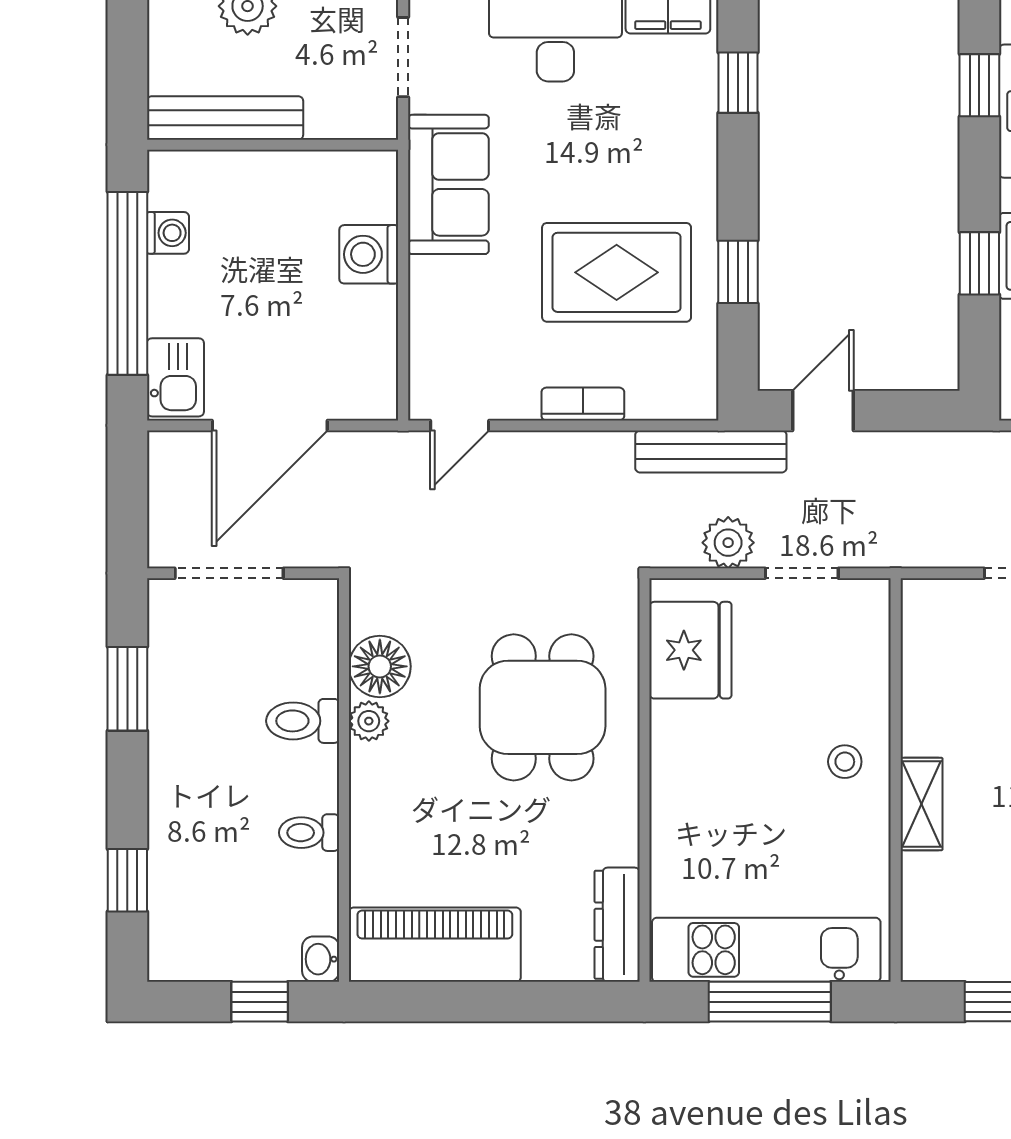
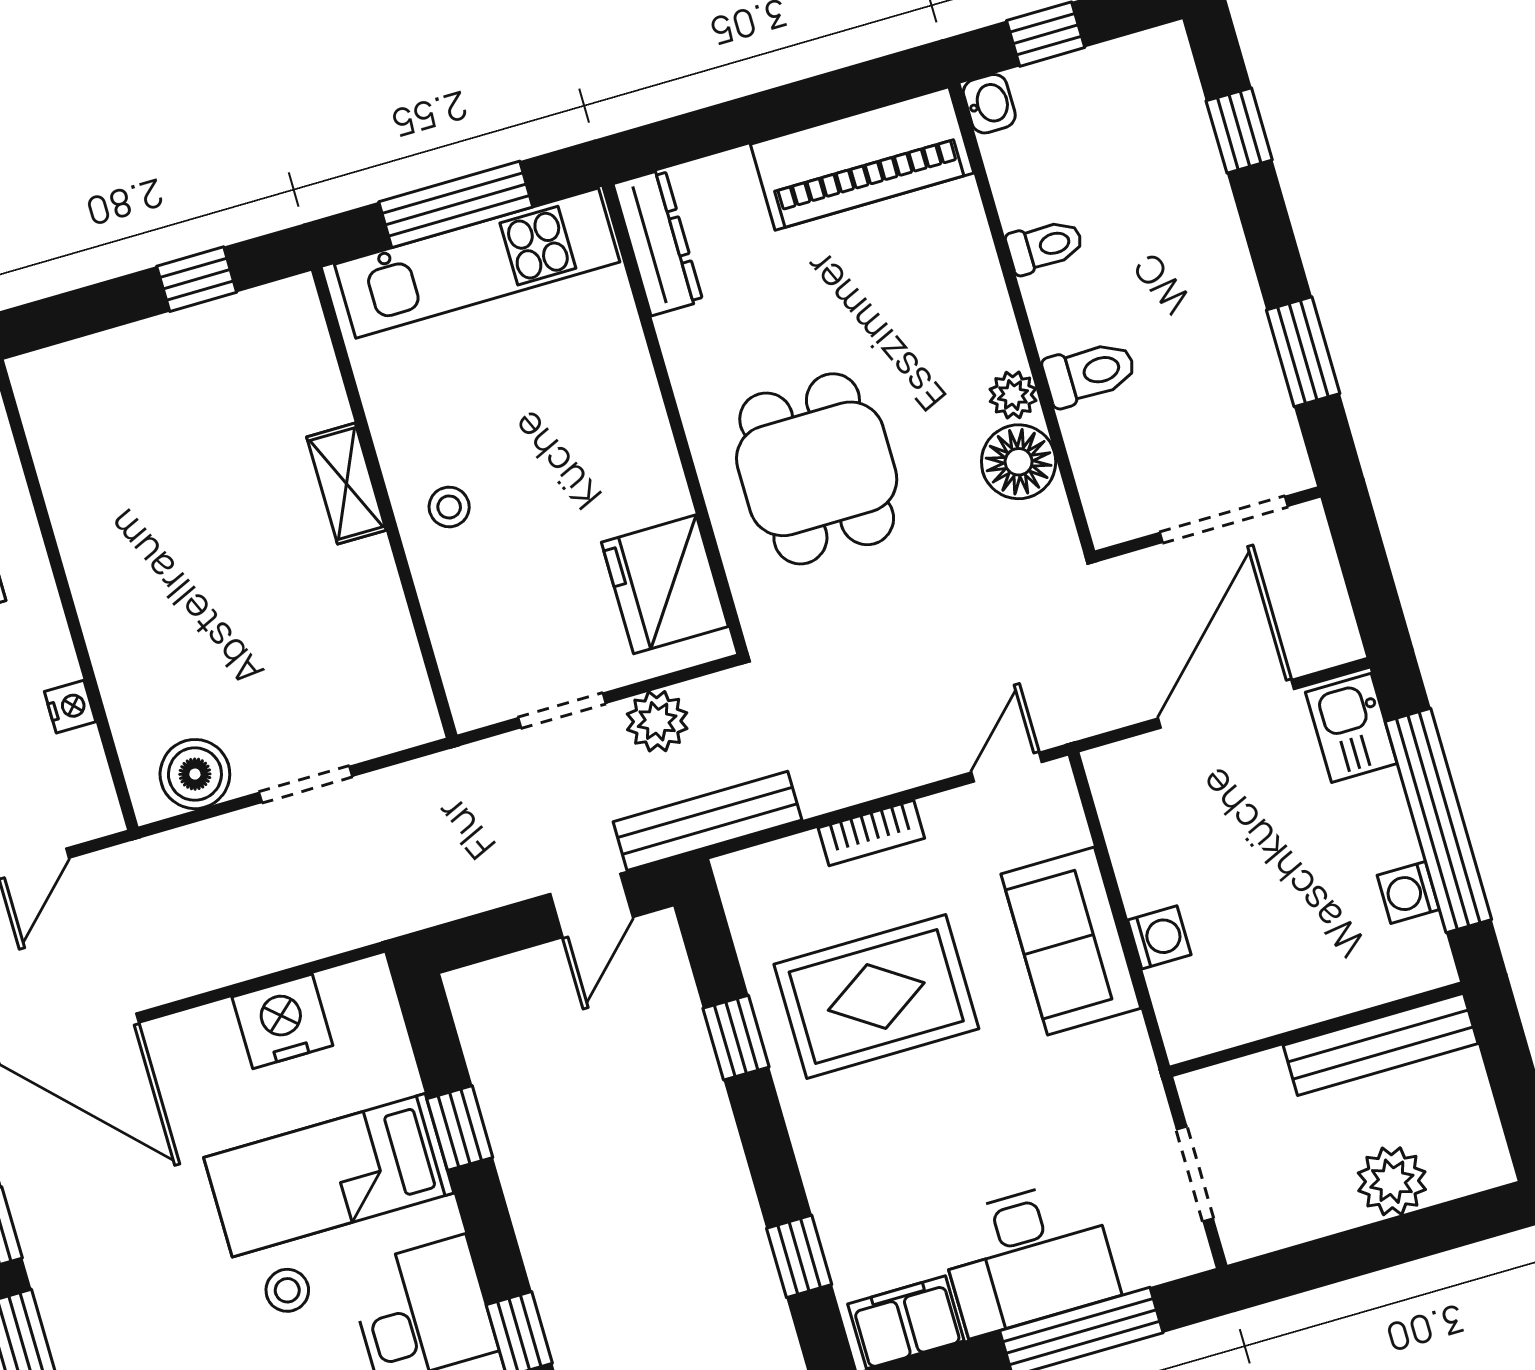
sofa: (448, 184) -> (1071, 941), moved
washing machine: (369, 254) -> (1159, 937), width x0.73, depth x0.73

